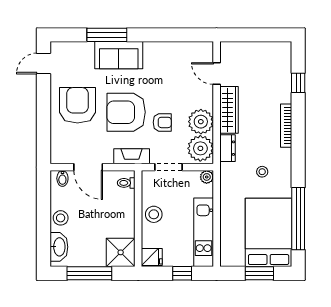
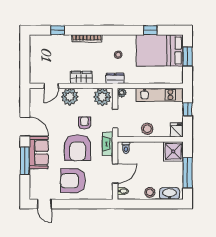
door: (157, 35) -> (25, 126), added
wardrobe: (229, 110) -> (81, 77), width x0.67
plant: (201, 122) -> (70, 97), moved
dresser: (227, 148) -> (115, 78), moved
window: (298, 219) -> (150, 30), width x0.32

